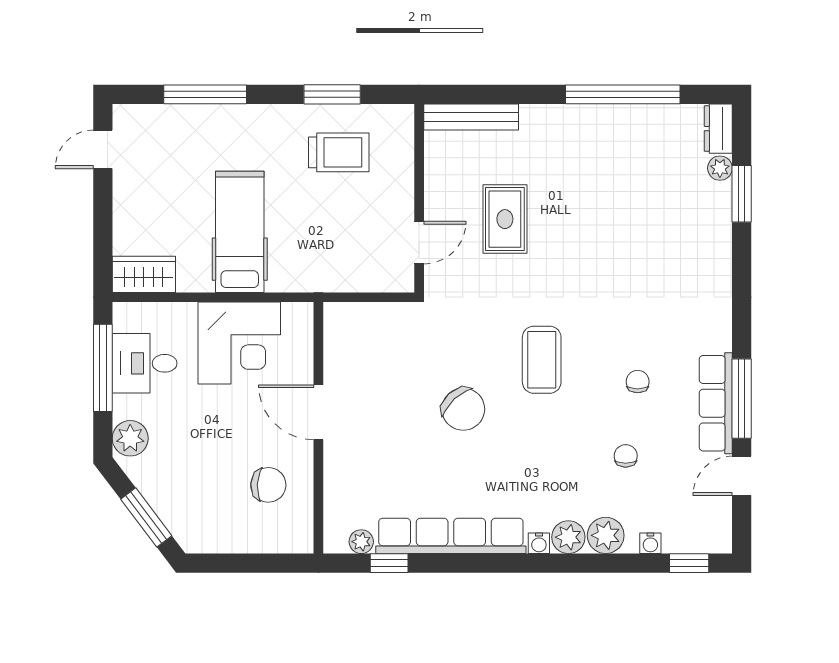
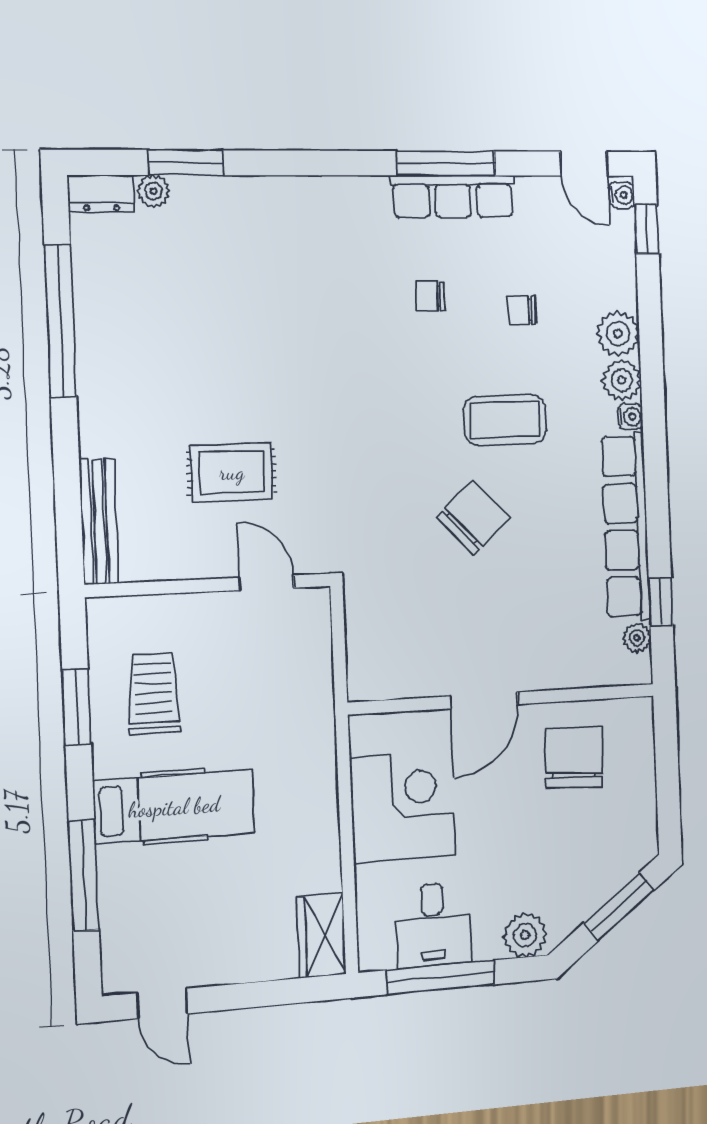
hospital bed: (240, 232) -> (174, 807), moved, turned 180
coffee table: (542, 360) -> (505, 420), moved
door: (742, 476) -> (584, 164), moved
chair: (268, 485) -> (574, 758), width x1.37, depth x1.37
water cooler: (650, 543) -> (622, 195), moved

